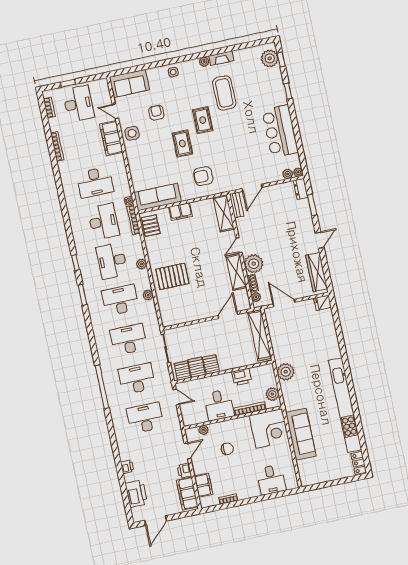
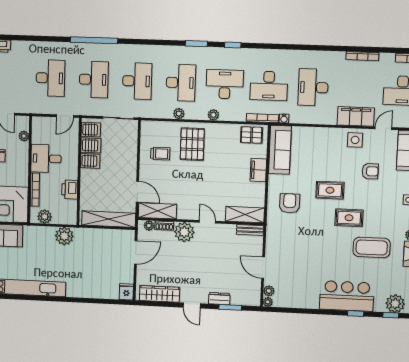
bar counter: (280, 131) -> (347, 296), moved
door: (252, 188) -> (263, 268), moved
dresser: (301, 189) -> (219, 299), moved
shelving: (236, 272) -> (157, 211), moved
trolley: (188, 303) -> (160, 154), added

